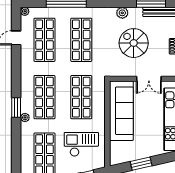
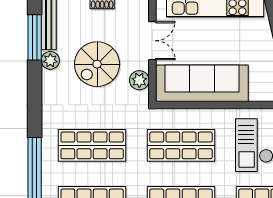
plant: (122, 13) -> (50, 60), moved
plant: (123, 70) -> (139, 80), added

